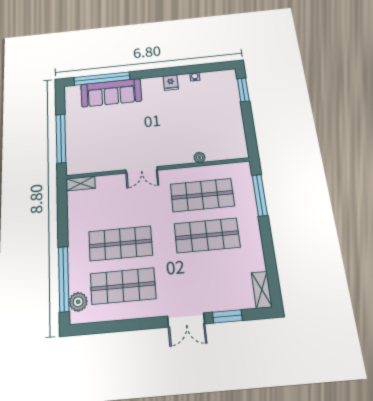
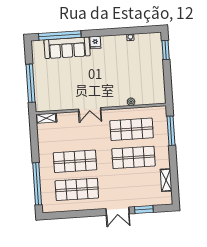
fridge: (171, 83) -> (95, 42), moved
shelving: (262, 290) -> (166, 180), moved
plant: (78, 302) -> (47, 199), removed

